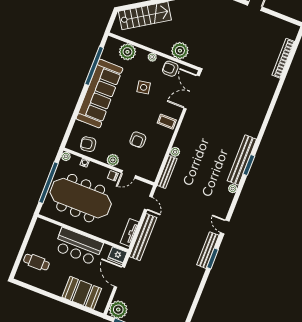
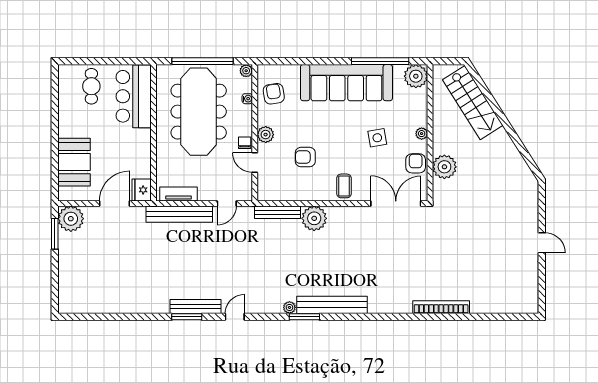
plant: (127, 52) -> (416, 76), moved
bookcase: (283, 58) -> (441, 307), moved
plant: (175, 152) -> (314, 218), width x1.88, depth x1.88
window: (249, 165) -> (304, 317), moved
bar counter: (78, 246) -> (134, 96), moved

